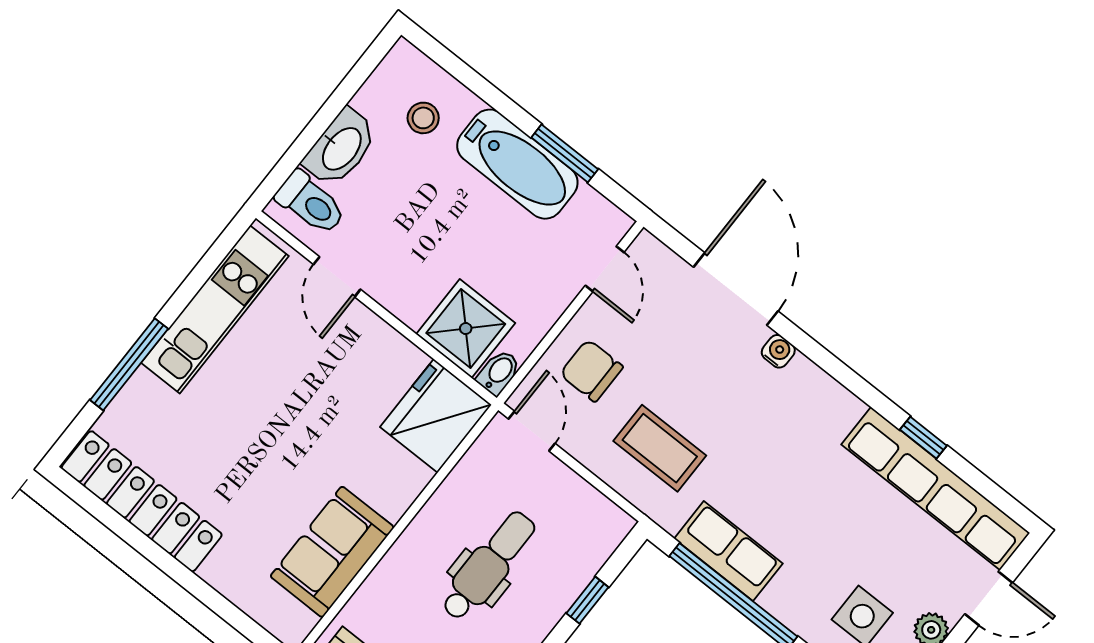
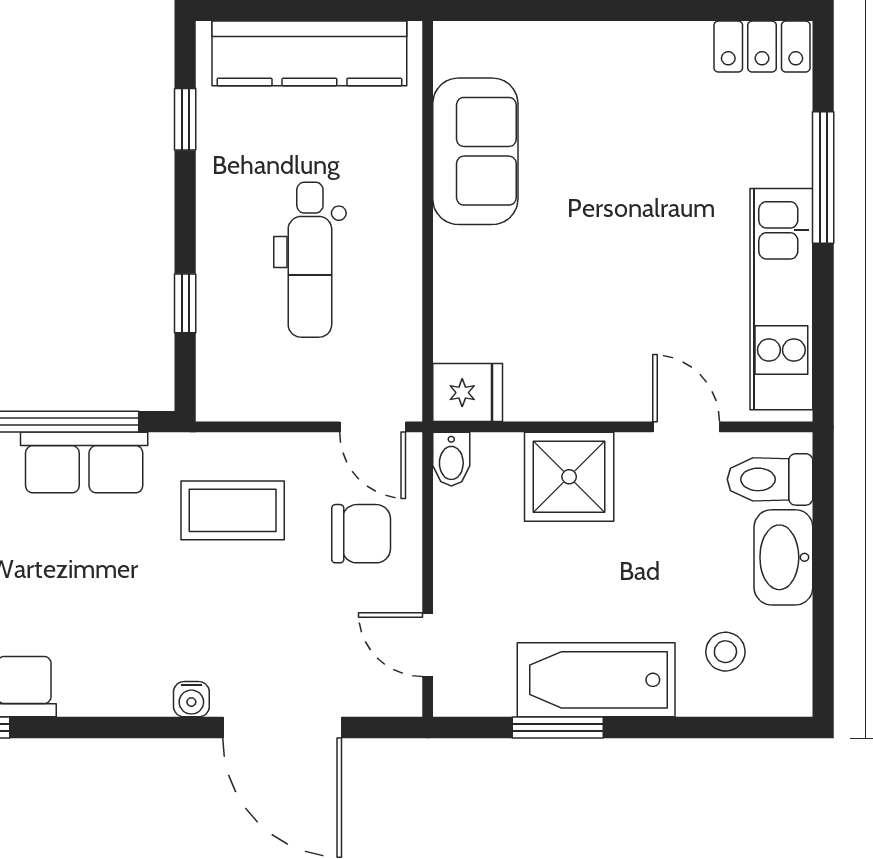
shower: (466, 328) -> (569, 477), moved
fridge: (436, 416) -> (468, 393), width x0.53, depth x0.75
locker: (142, 501) -> (762, 47), width x0.46, depth x0.83

